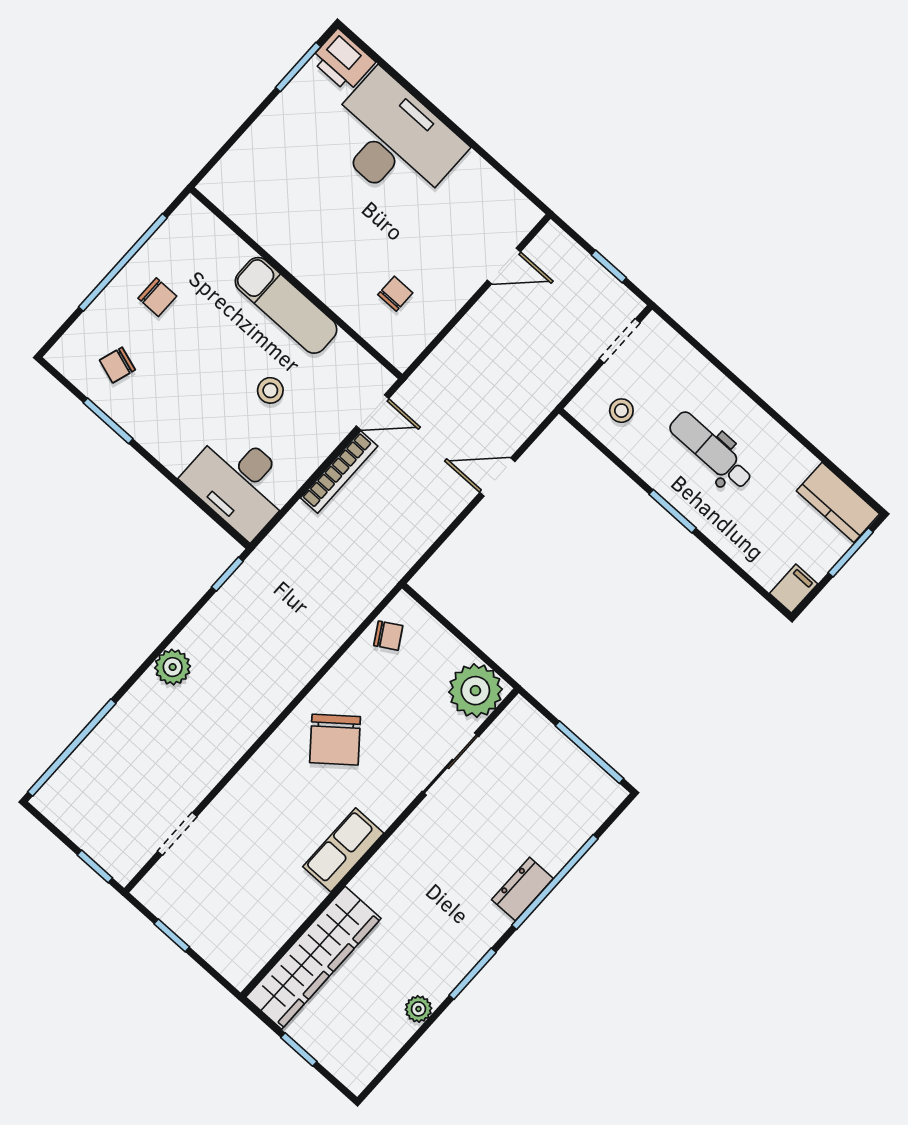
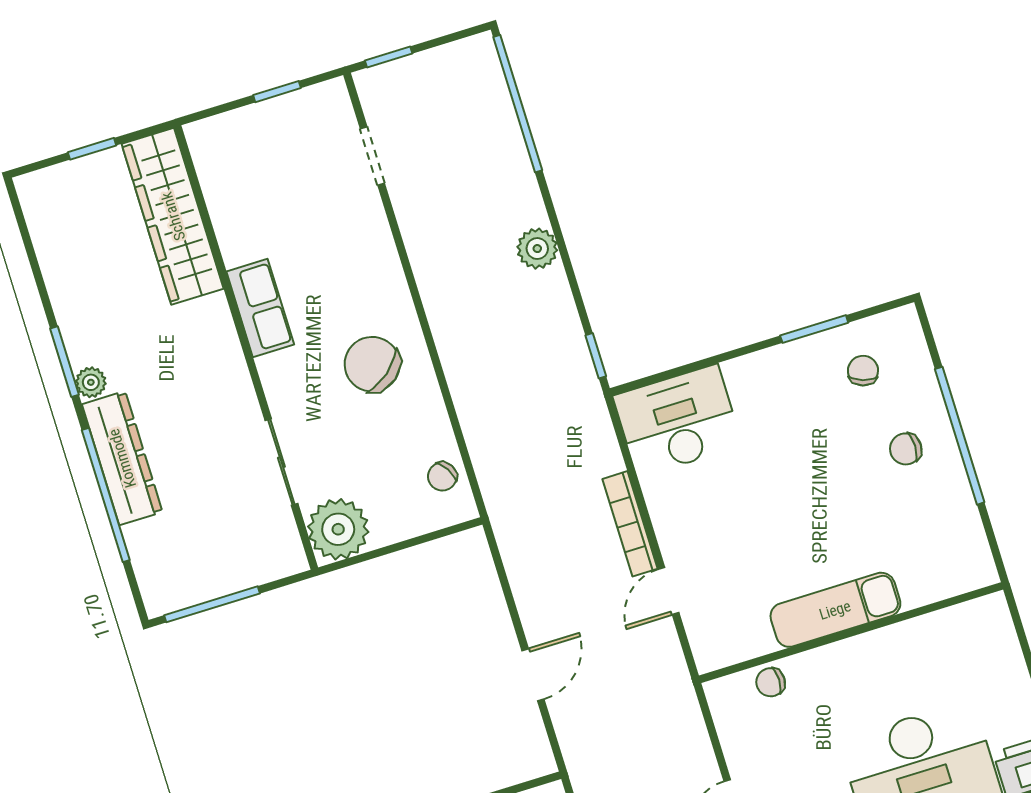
wall: (296, 283) -> (851, 633), moved
chair: (395, 294) -> (771, 682), turned 90
exam couch: (286, 305) -> (835, 610), moved
stool: (270, 390) -> (749, 504), removed
dresser: (522, 889) -> (122, 458), width x1.96, depth x1.24
plant: (418, 1009) -> (91, 382), moved

